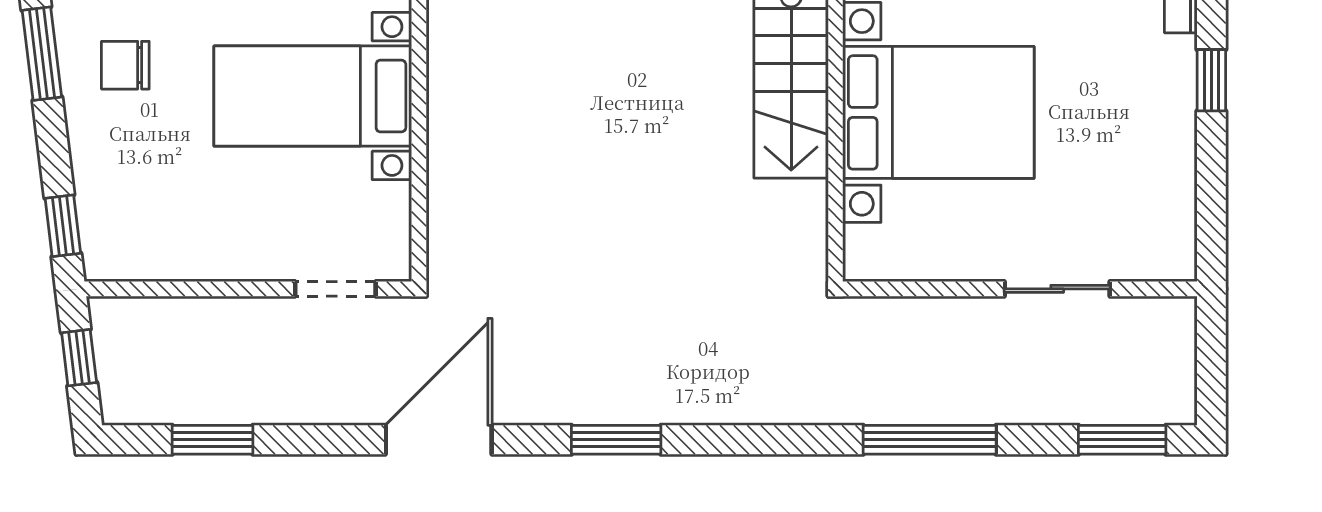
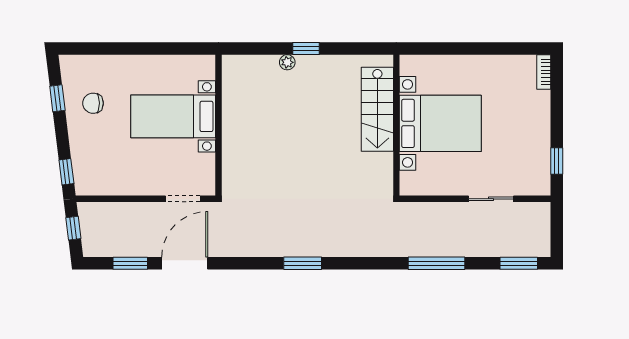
window: (42, 54) -> (57, 98), width x0.67
window: (1211, 80) -> (557, 161), moved
door: (439, 440) -> (185, 263), moved

